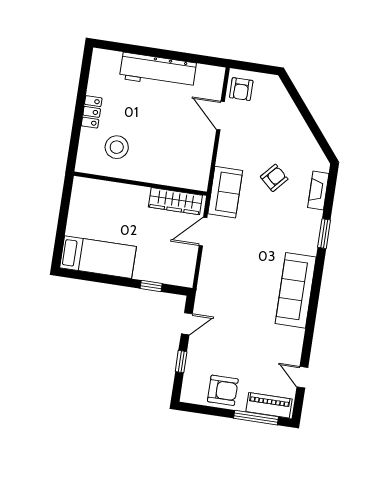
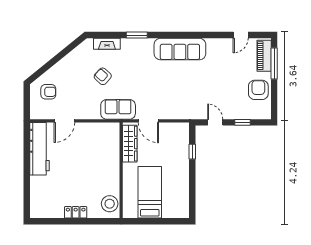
workbench: (158, 71) -> (39, 149), moved
armchair: (241, 89) -> (48, 92), moved
stool: (117, 147) -> (110, 204), moved
bed: (98, 257) -> (150, 192), moved

